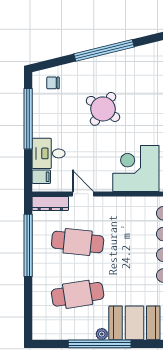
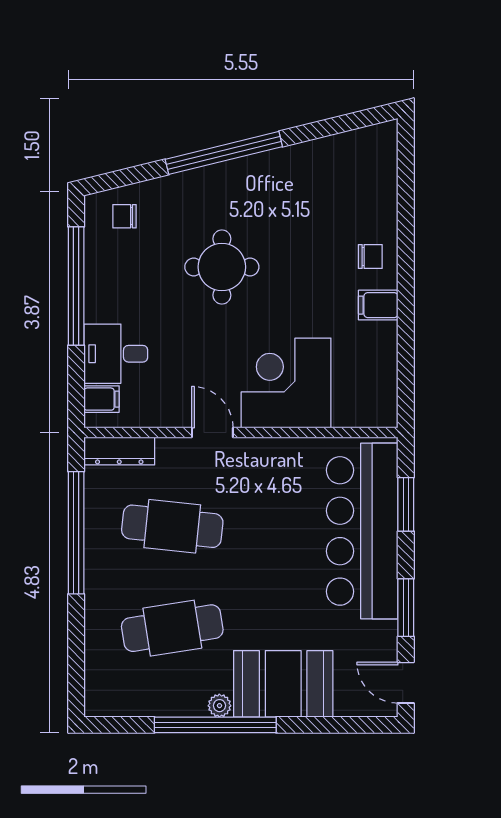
round table: (103, 109) -> (222, 267), turned -34
door: (83, 194) -> (212, 433), moved

